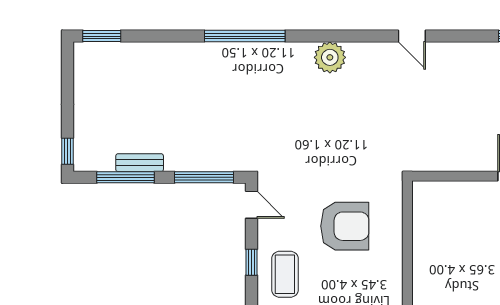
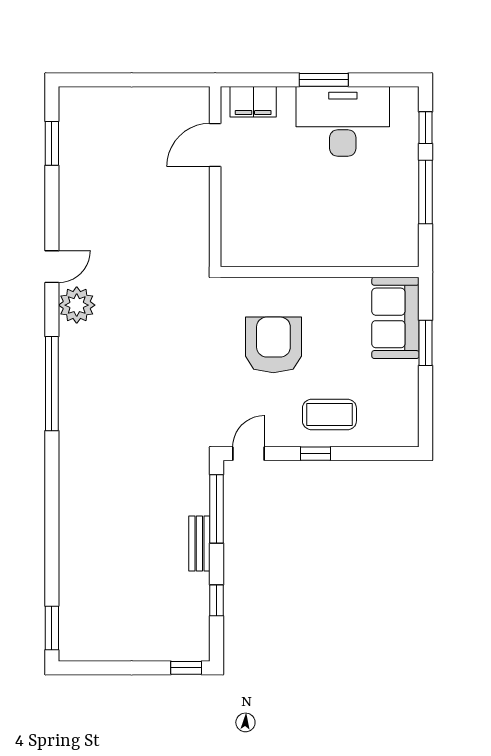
window: (245, 36) -> (52, 384), moved
plant: (330, 57) -> (77, 305), moved
bench: (140, 163) -> (199, 544), moved
window: (125, 177) -> (216, 600), width x0.46

